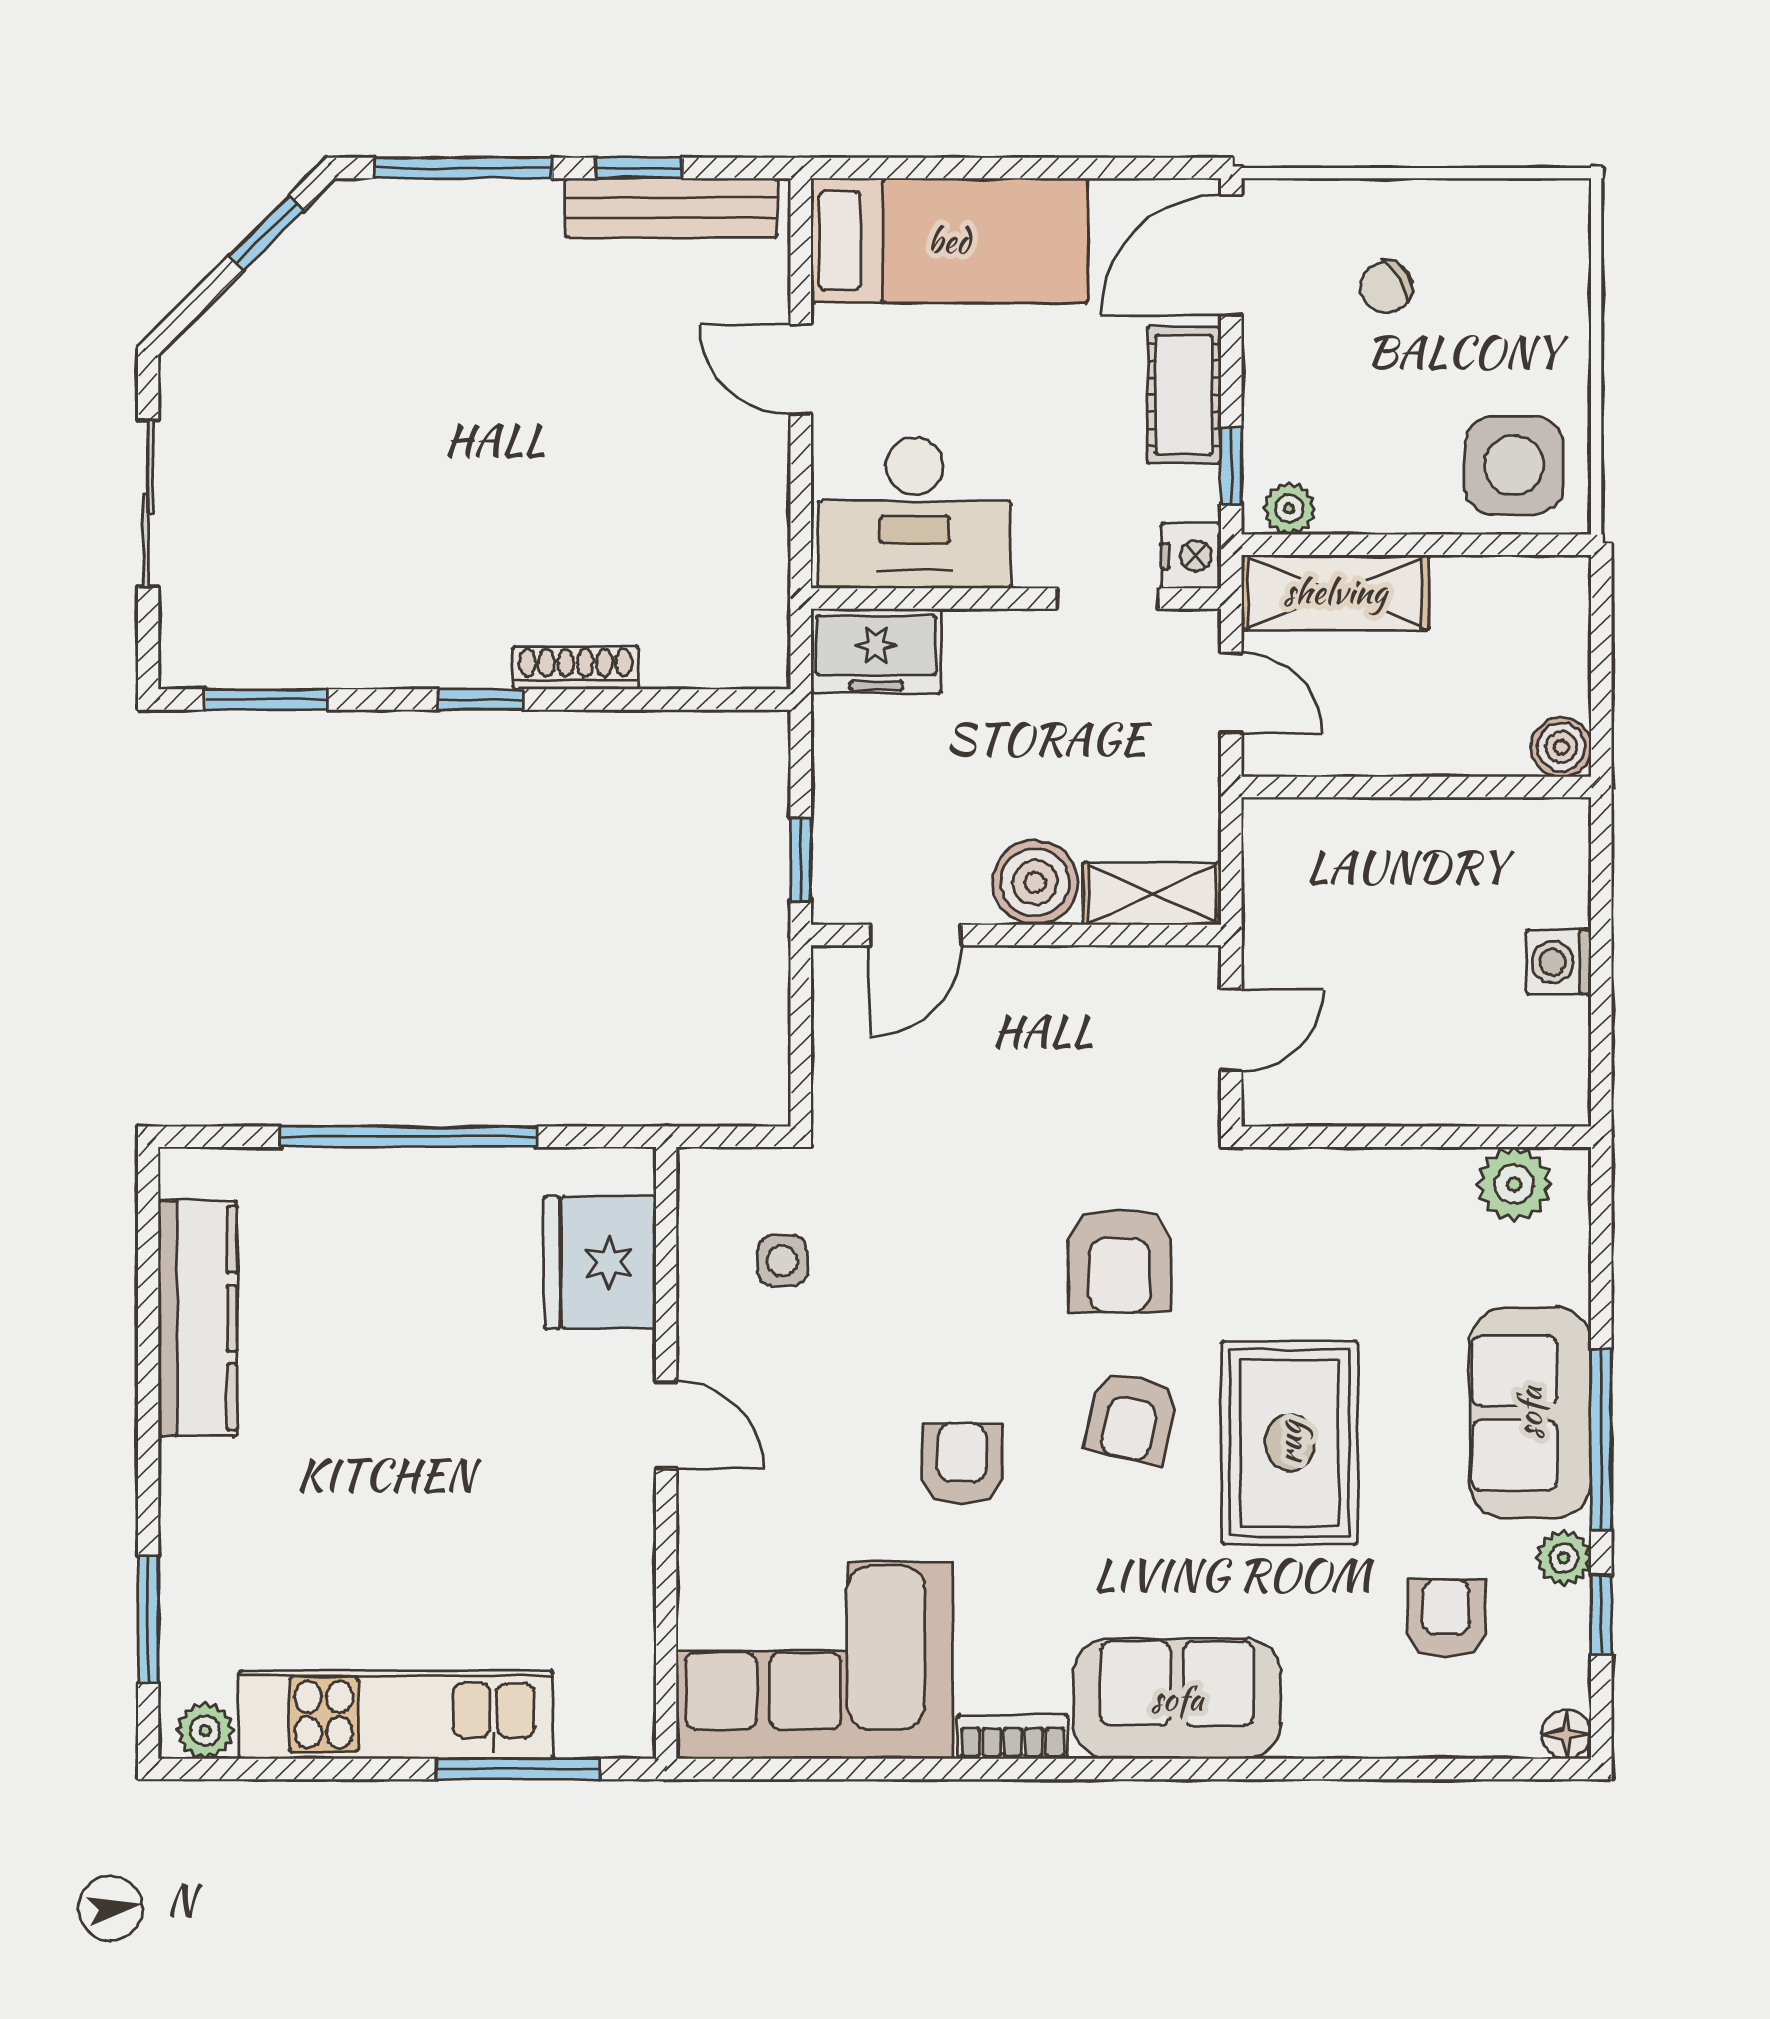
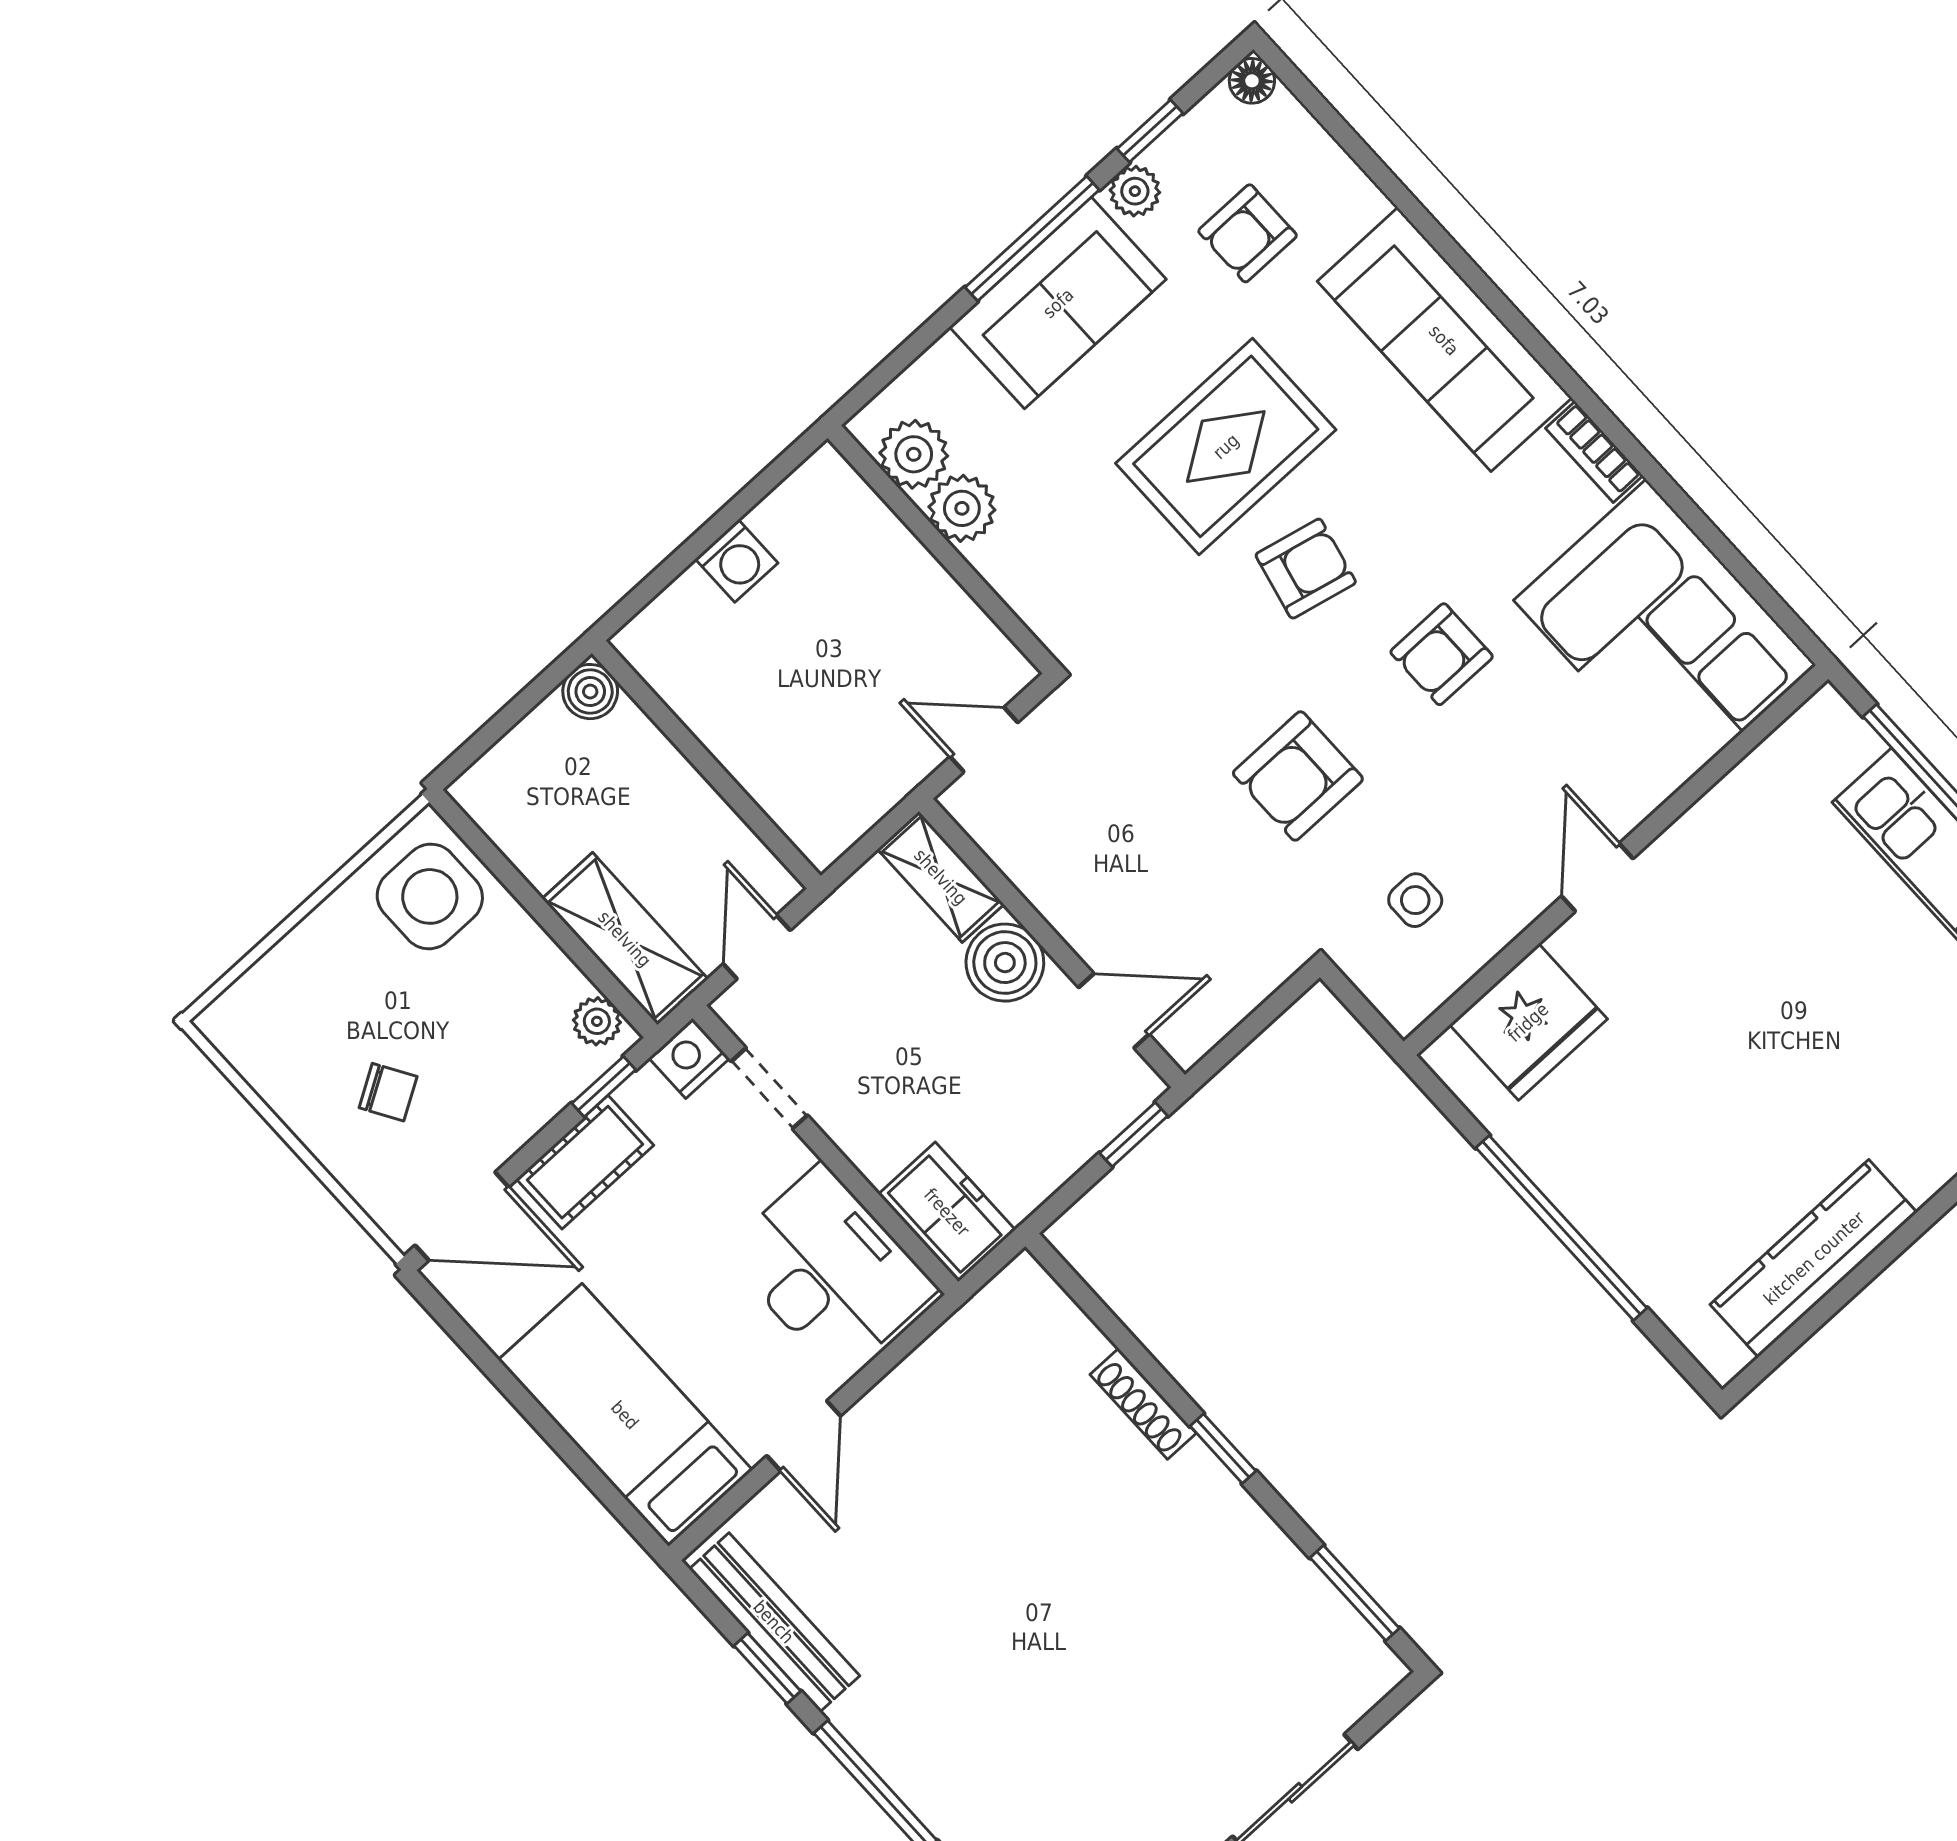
plant: (1435, 1183) -> (962, 508), added
armchair: (1119, 1261) -> (1298, 776), moved, turned 180
sofa: (1177, 1699) -> (1444, 340), width x1.36

